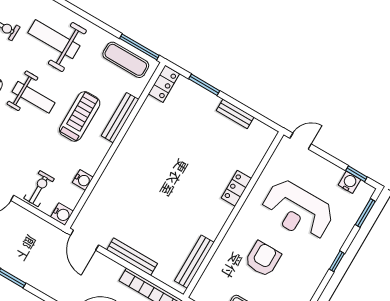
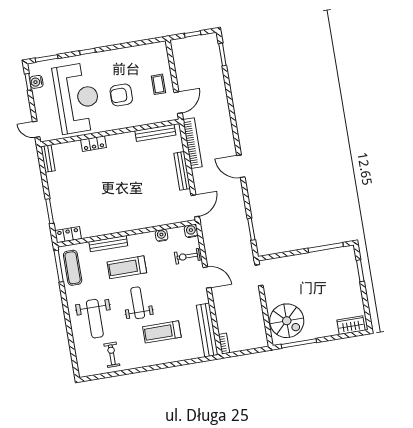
bench: (235, 114) -> (48, 159), moved
reception desk: (298, 211) -> (77, 98), width x1.36, depth x1.30

